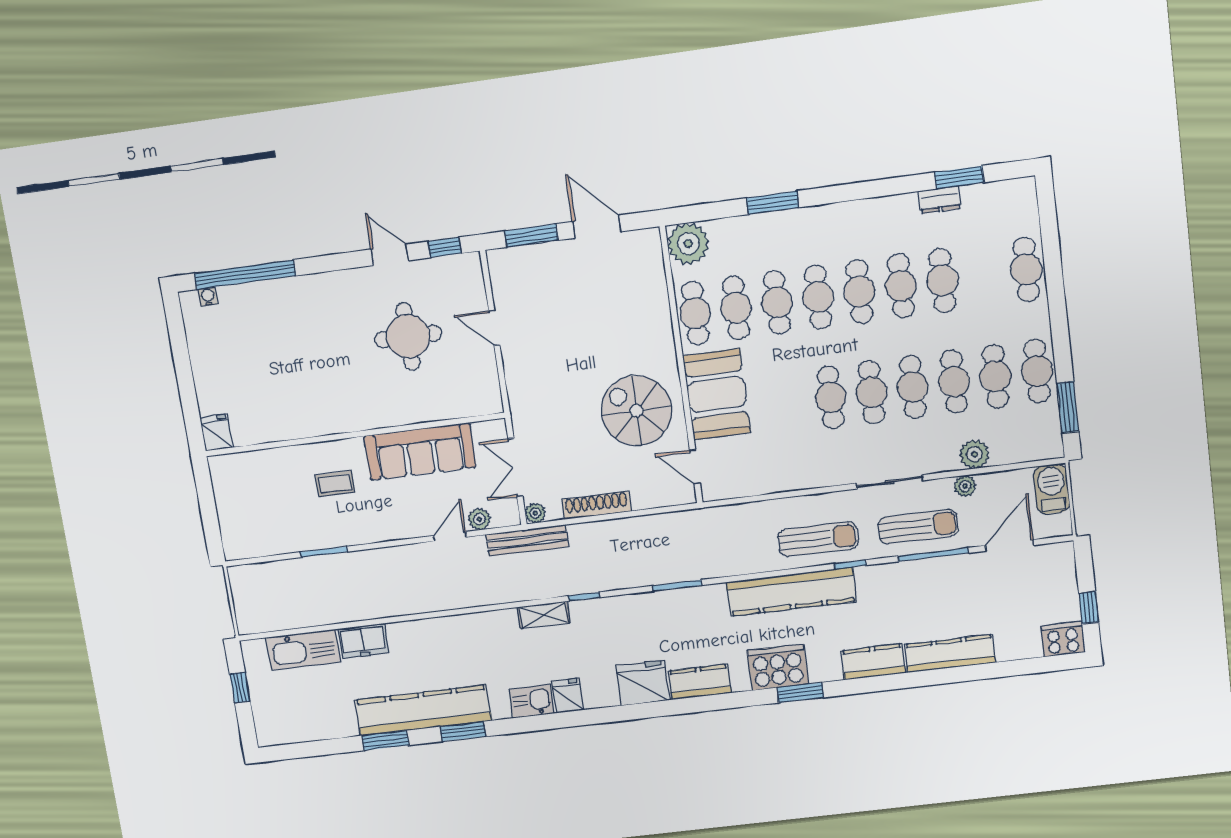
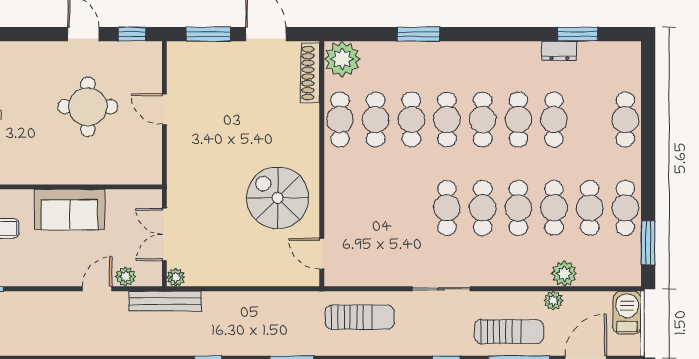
booth: (717, 394) -> (349, 192), removed
sofa: (420, 452) -> (70, 209), width x0.73
sliding door: (890, 482) -> (441, 289), moved
shoe rack: (596, 505) -> (310, 73), moved, turned -90
sun lounger: (818, 539) -> (360, 317), moved

